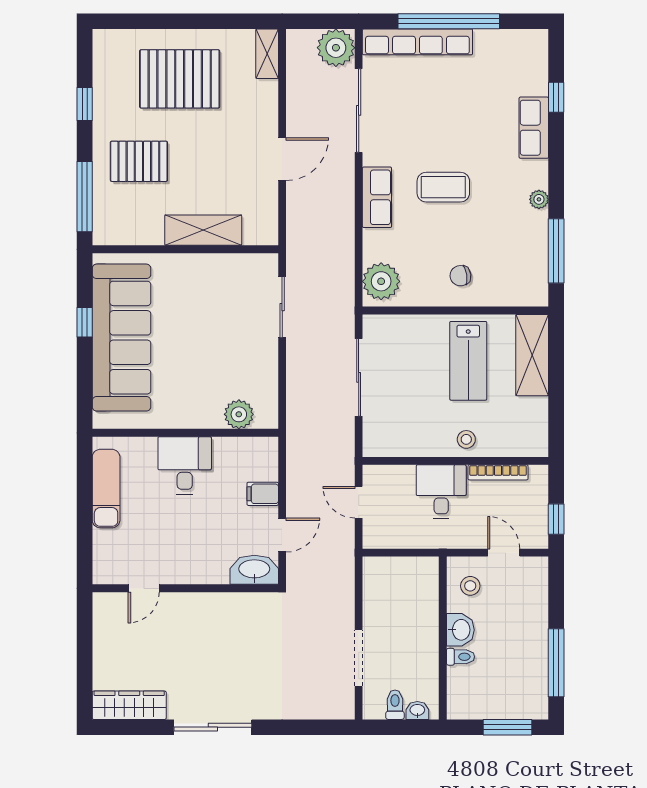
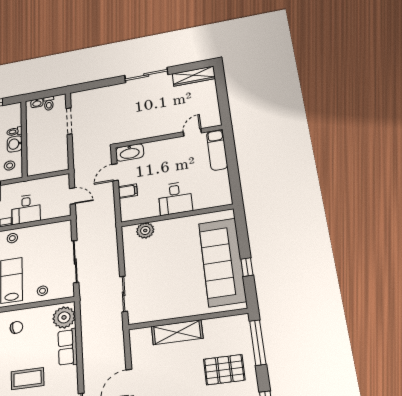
row of seats: (377, 197) -> (68, 347), moved
stool: (416, 333) -> (42, 291), added
exam couch: (106, 489) -> (217, 150), moved

